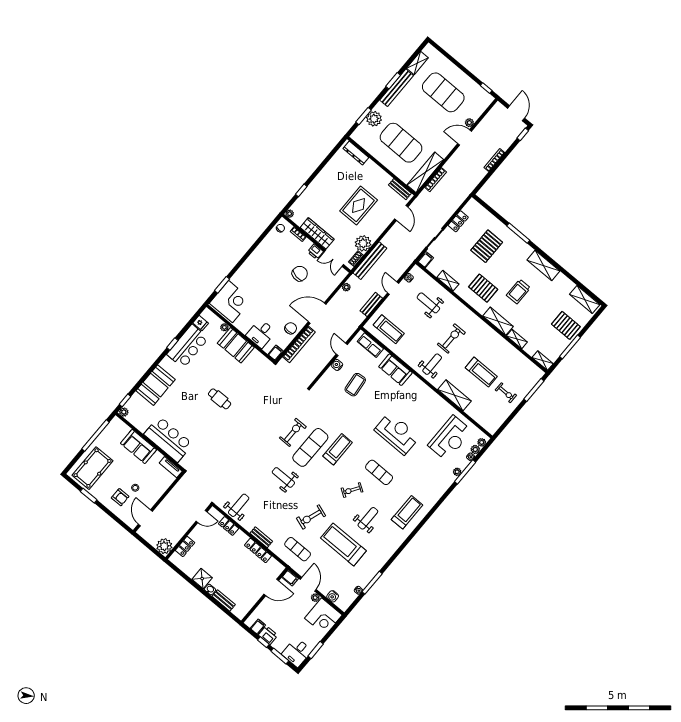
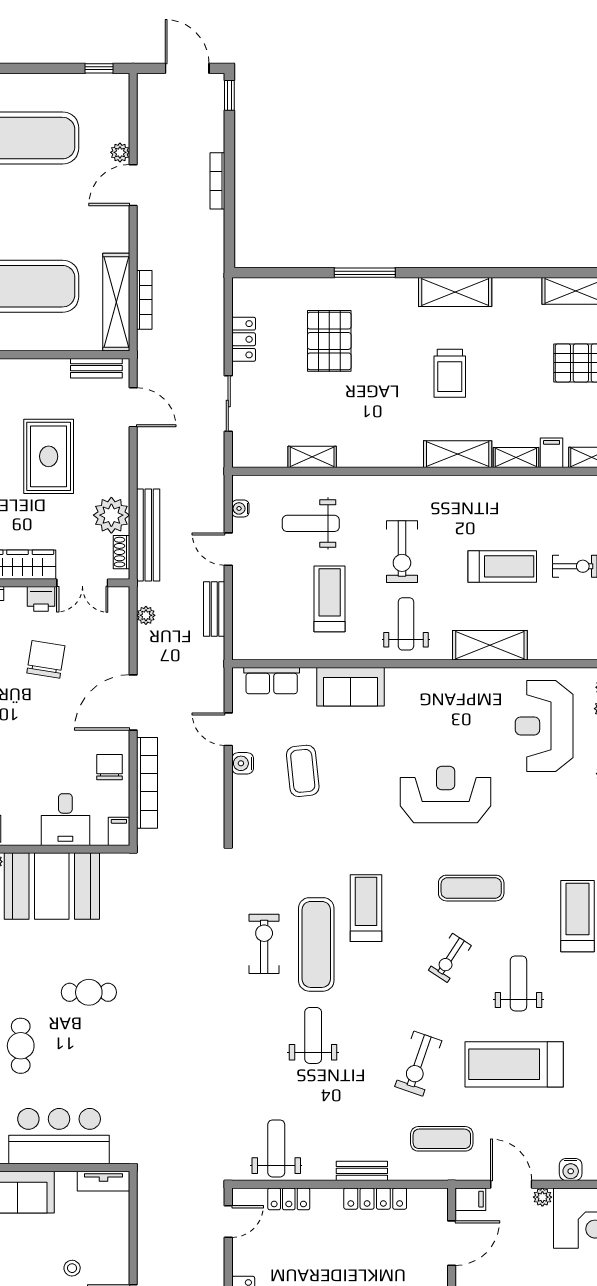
filing cabinet: (426, 260) -> (552, 453), moved
pallet: (483, 288) -> (384, 418), removed
treadmill: (389, 329) -> (330, 599), moved, turned -90
exercise bike: (451, 339) -> (402, 552), turned 180
booth: (236, 345) -> (52, 886), width x1.36, depth x1.42
cafe table: (181, 398) -> (21, 1046), added
reception desk: (450, 438) -> (544, 726), turned 180
weight bench: (283, 477) -> (313, 1035), turned 90

